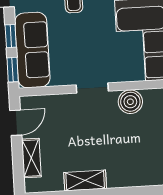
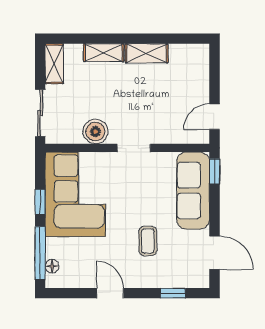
window: (11, 36) -> (215, 206), removed
shelving: (31, 158) -> (104, 53), moved, turned 90

